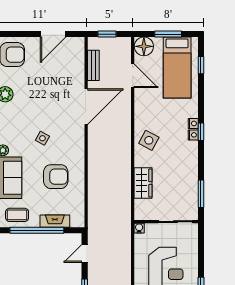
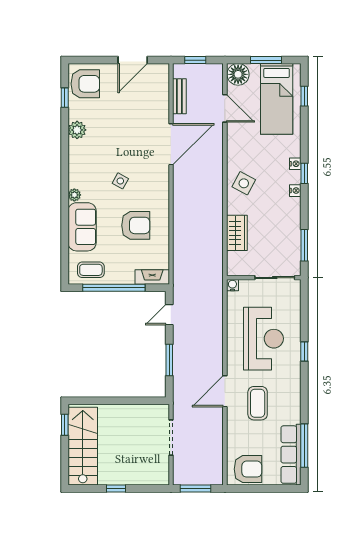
nightstand: (193, 135) -> (295, 191), moved
fireplace: (55, 221) -> (152, 277), moved

